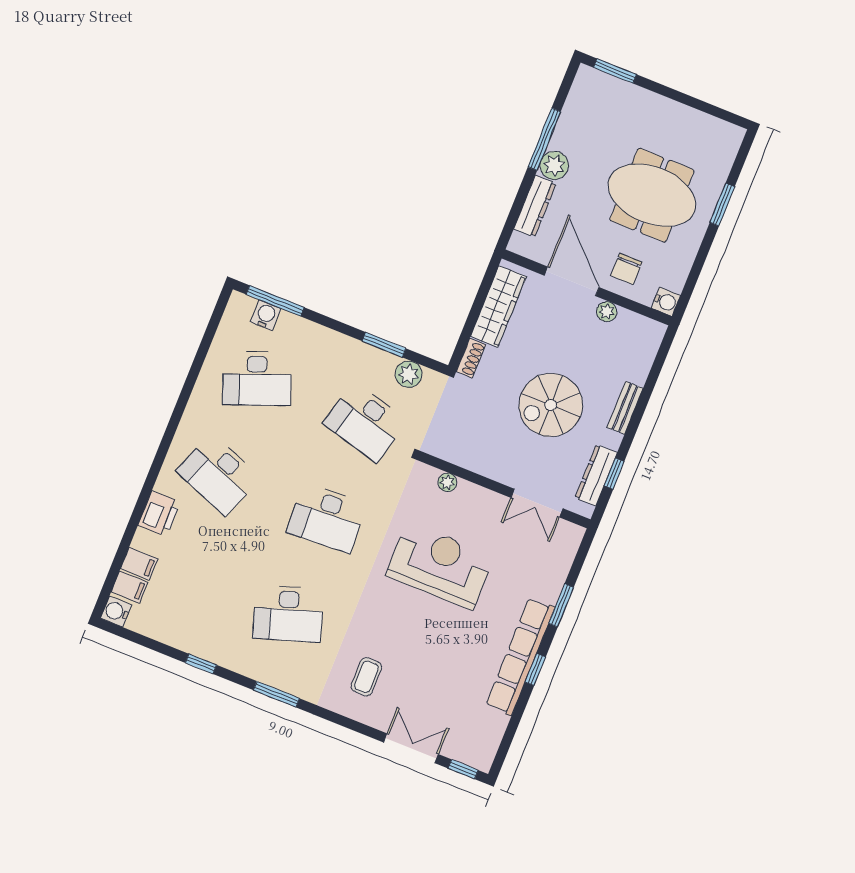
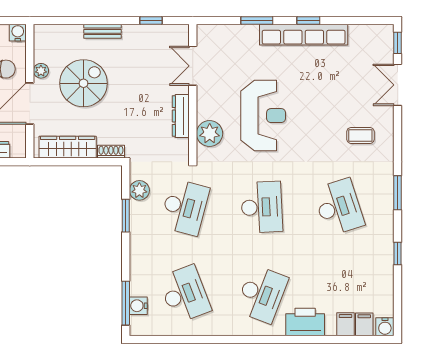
spiral stairs: (551, 405) -> (83, 83), moved, turned -90
dresser: (596, 475) -> (181, 116), moved, turned 90
plant: (447, 482) -> (210, 134), width x1.87, depth x1.87
double door: (537, 503) -> (193, 66), swing flipped
printer: (159, 514) -> (305, 322), width x1.37, depth x1.19
reception desk: (440, 566) -> (263, 116), turned 180

